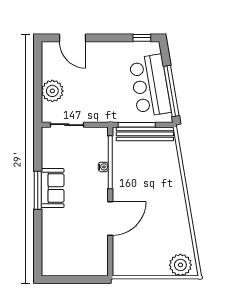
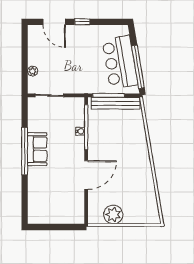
window: (142, 38) -> (82, 22), moved
plant: (52, 91) -> (33, 71), width x0.53, depth x0.53
window: (38, 190) -> (25, 151), width x1.46
plant: (180, 265) -> (113, 214), moved

